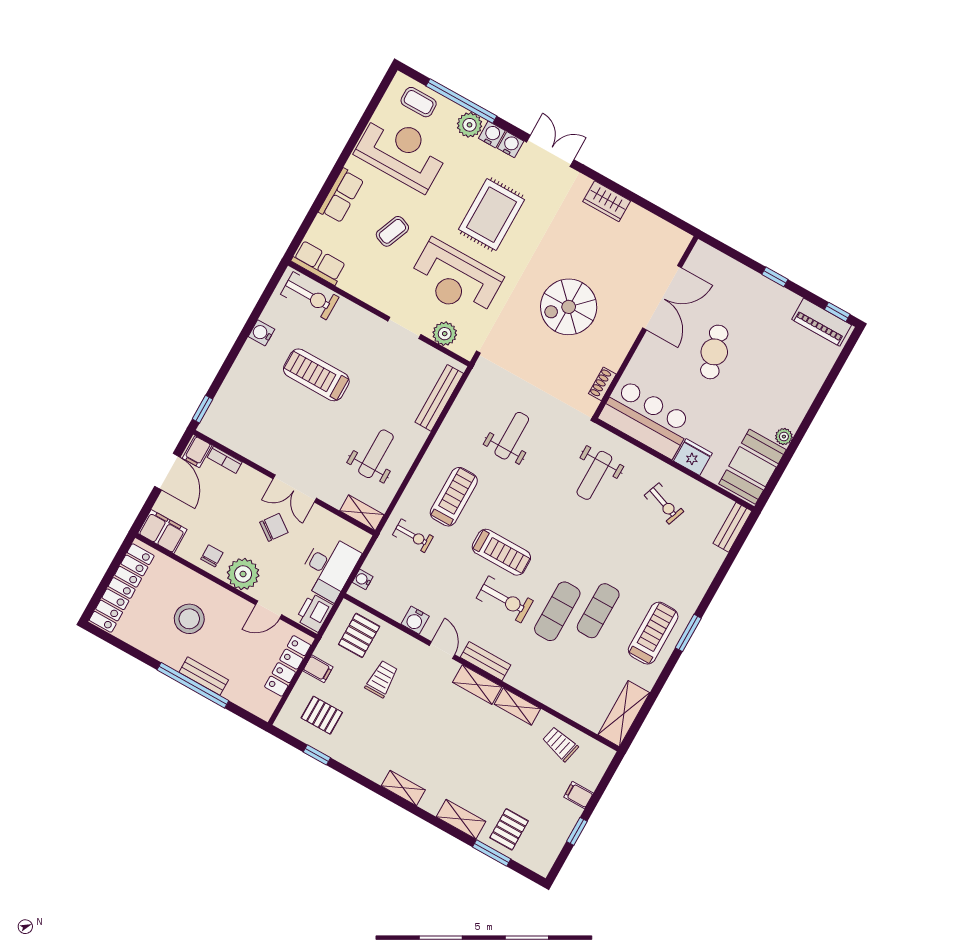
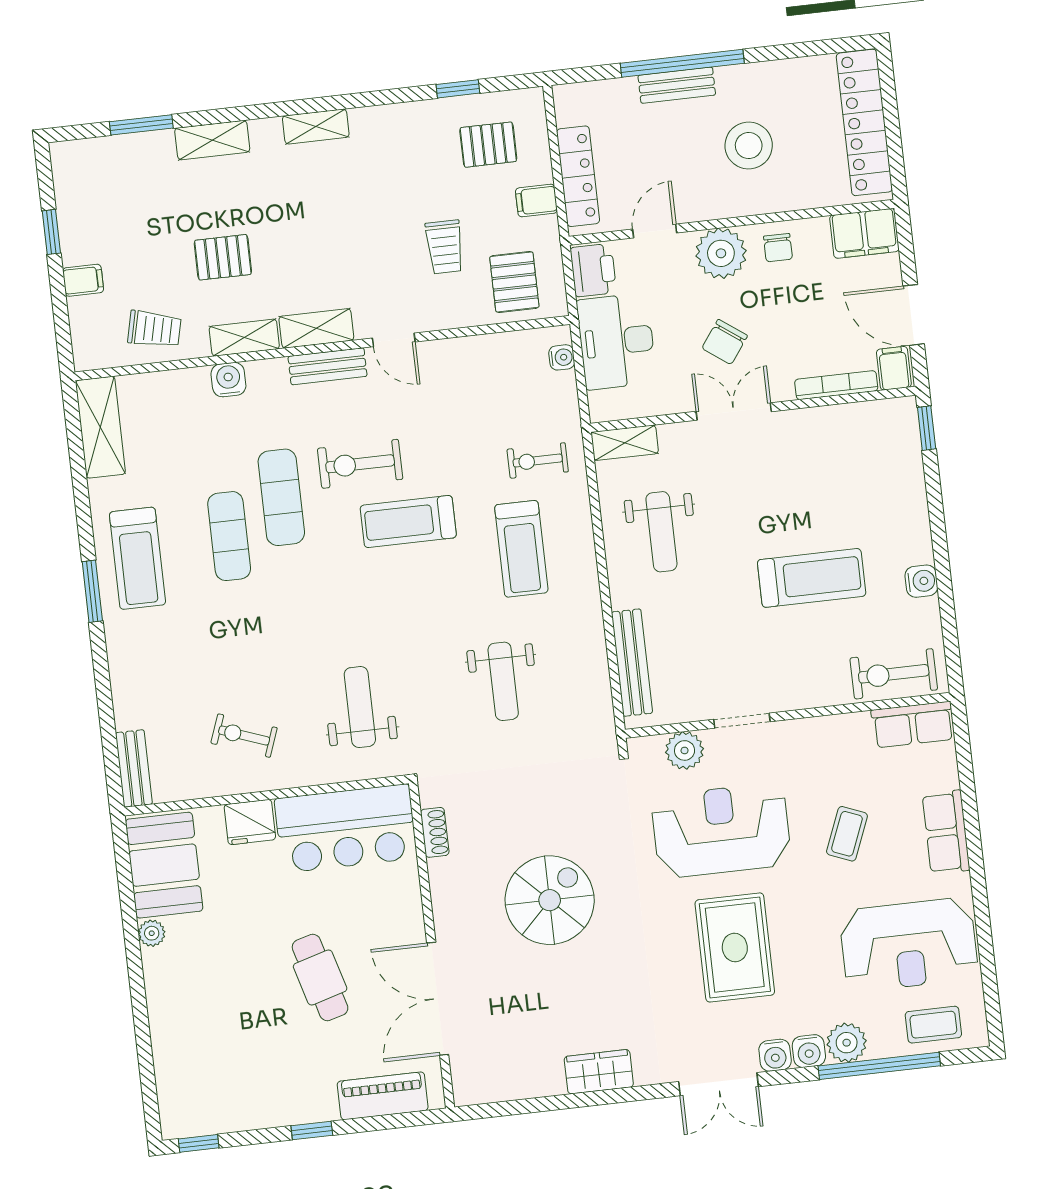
piano: (822, 322) -> (383, 1096), moved
bookcase: (225, 460) -> (836, 385), width x1.56
water cooler: (415, 620) -> (228, 380), moved
pallet: (509, 829) -> (223, 257), moved, turned 90

